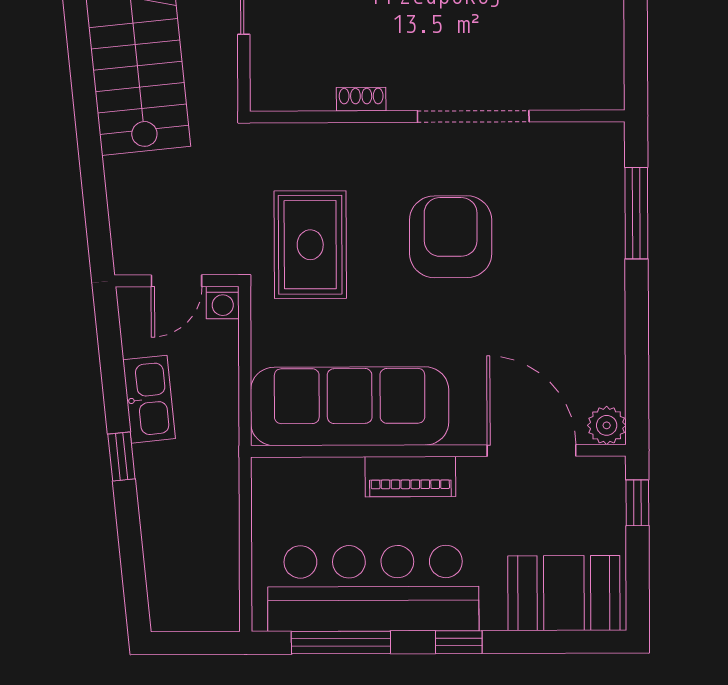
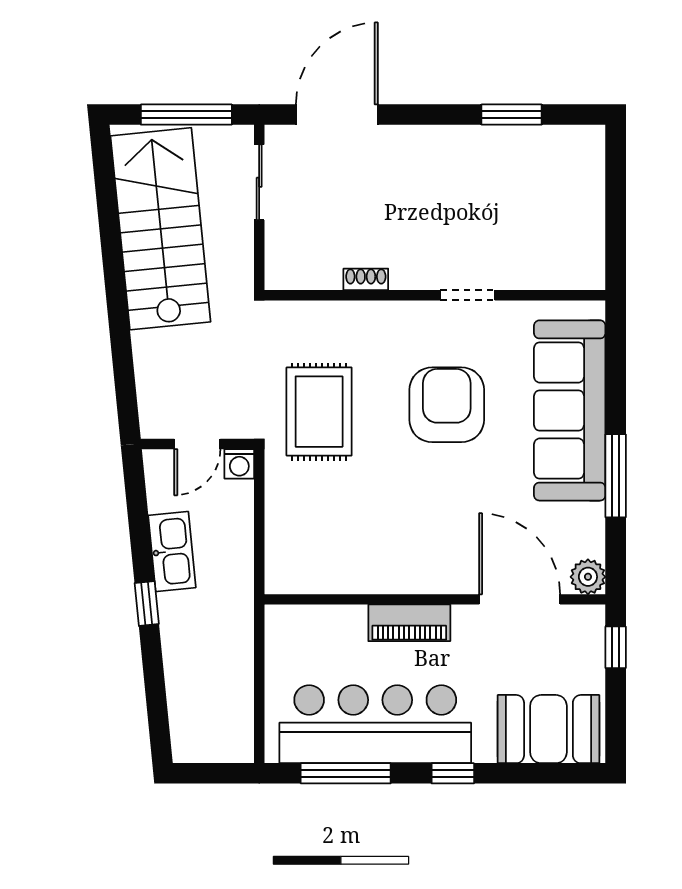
doorway: (473, 116) -> (468, 295), width x0.53
window: (636, 213) -> (616, 476), moved
sofa: (350, 406) -> (570, 410), moved, turned -90

